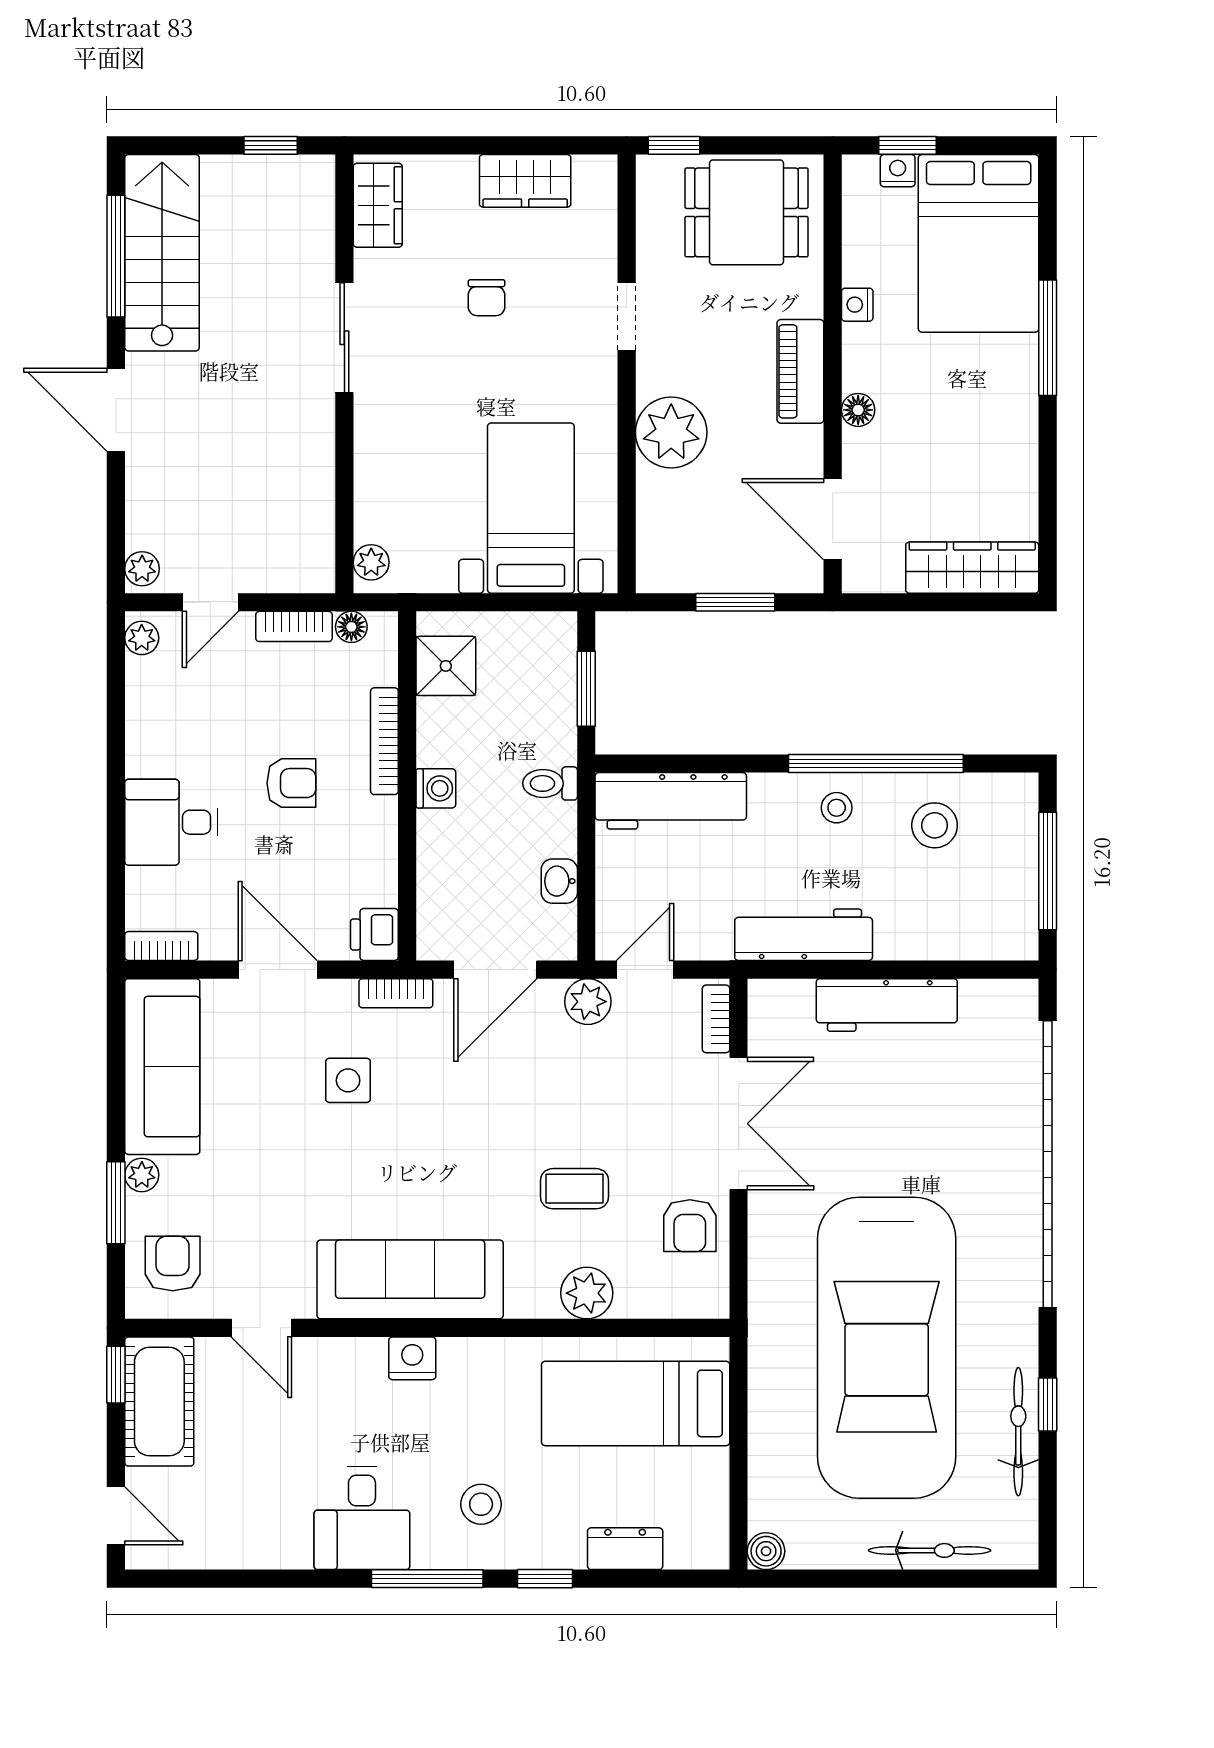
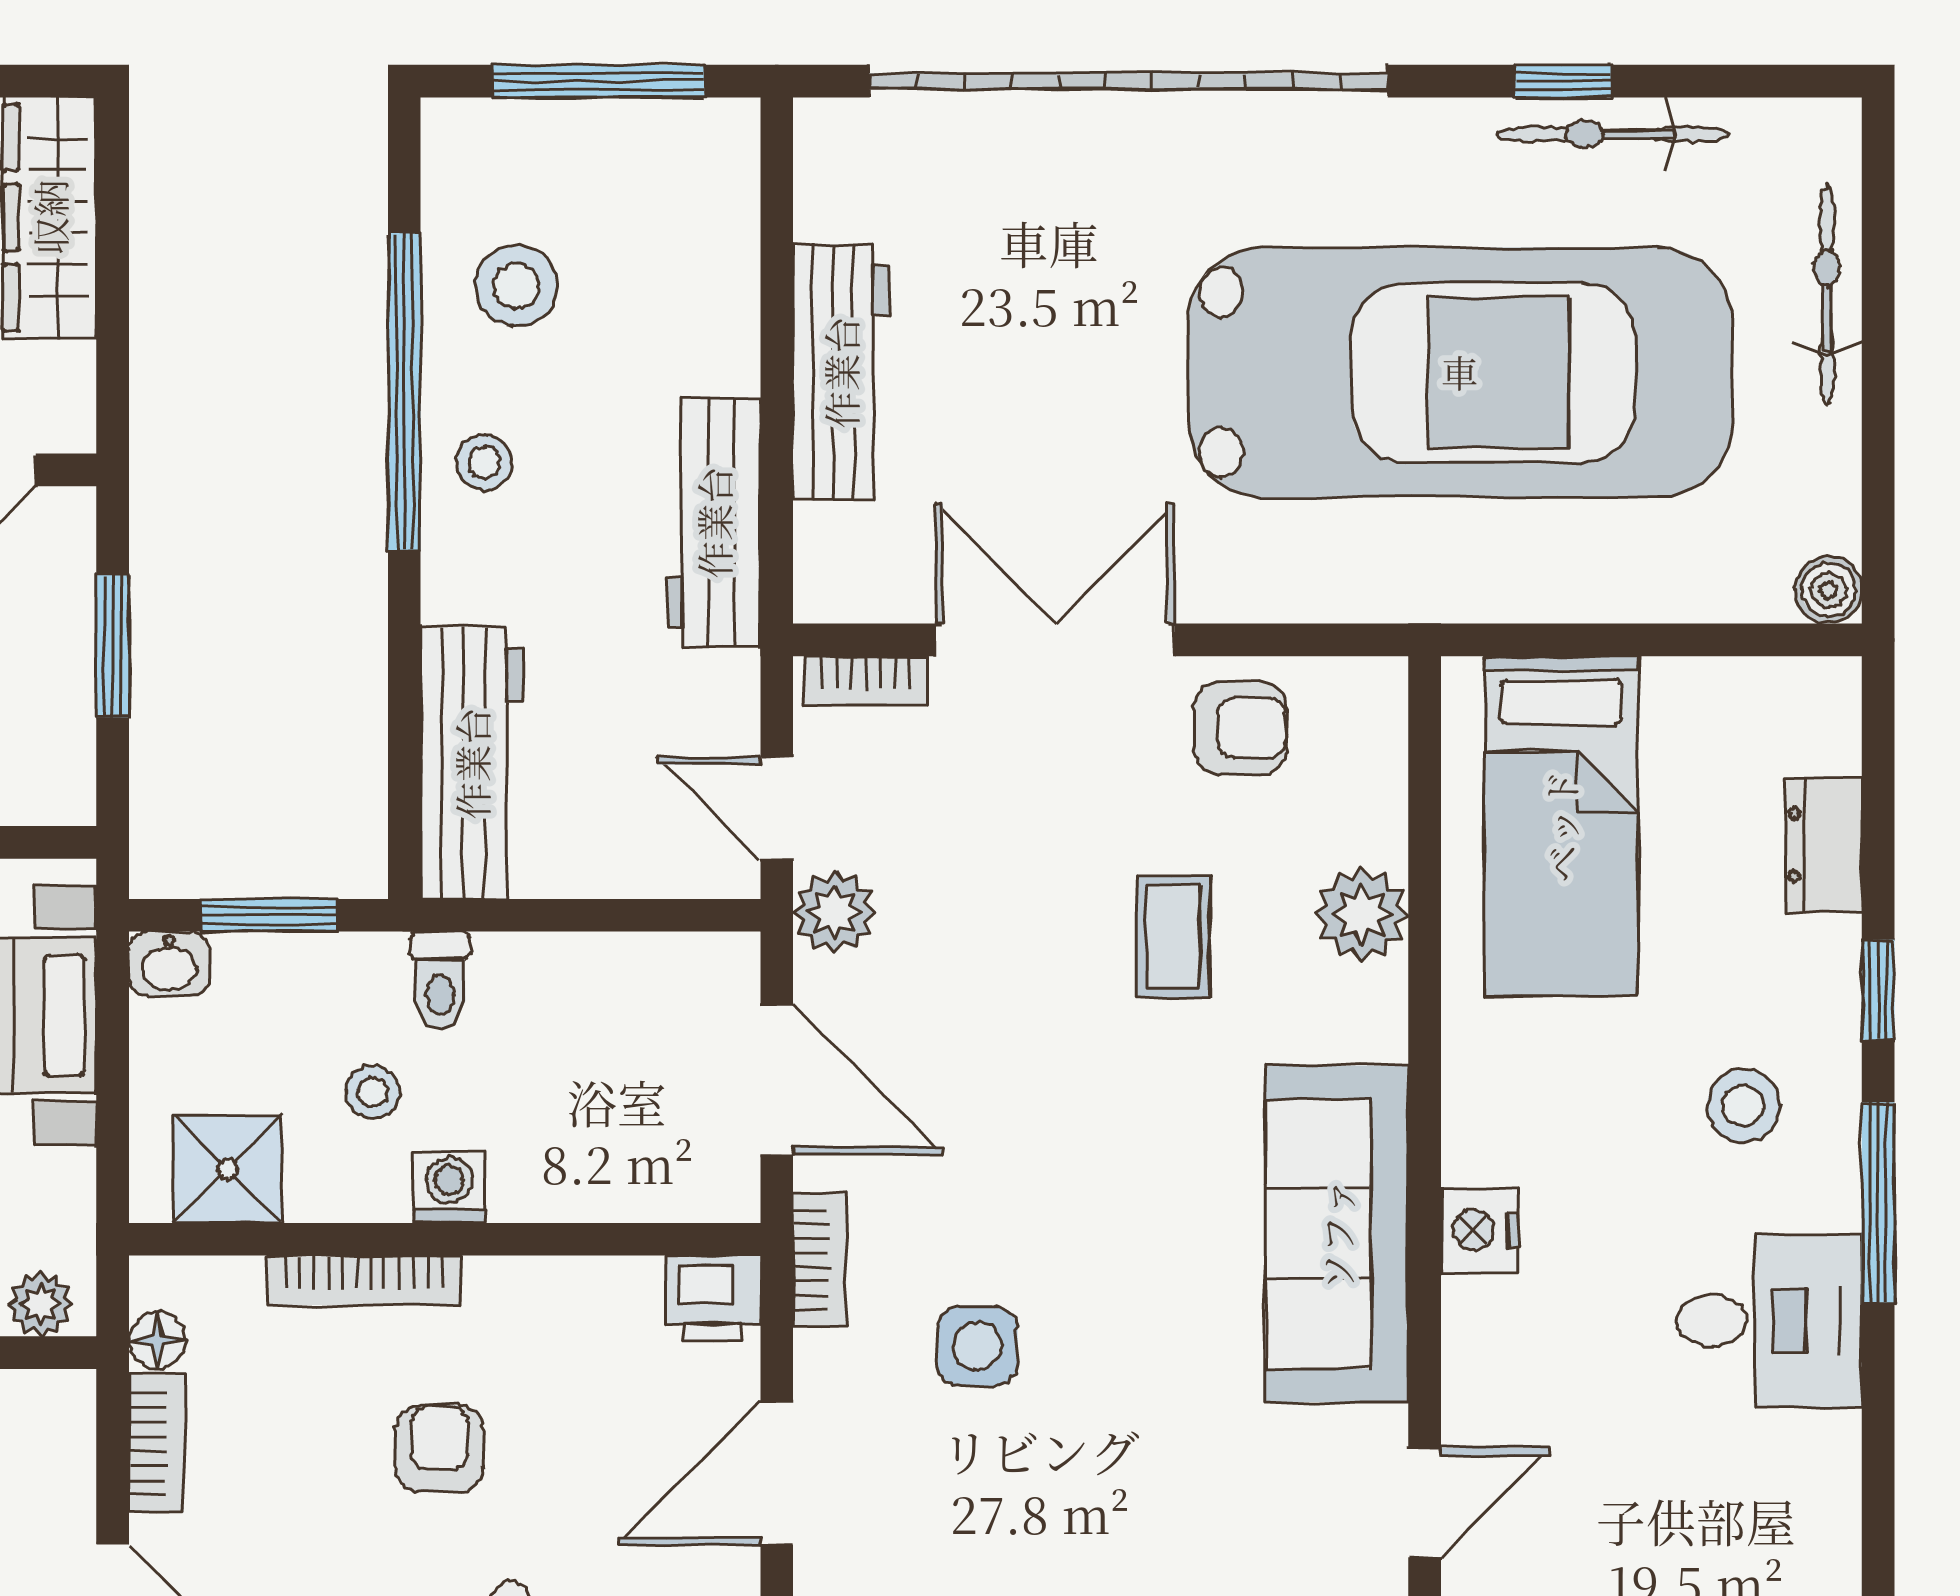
stool: (489, 746) -> (373, 1092), added
washbasin: (559, 881) -> (169, 964), moved

